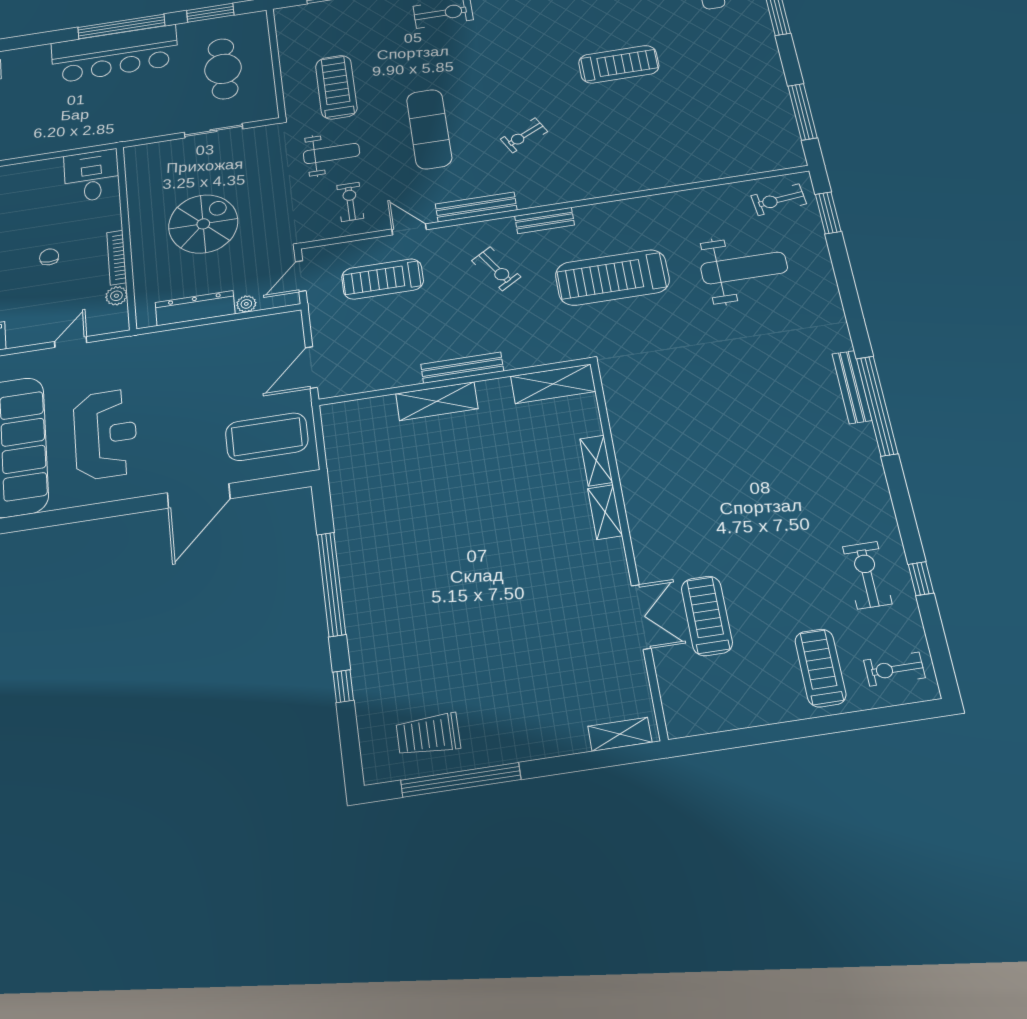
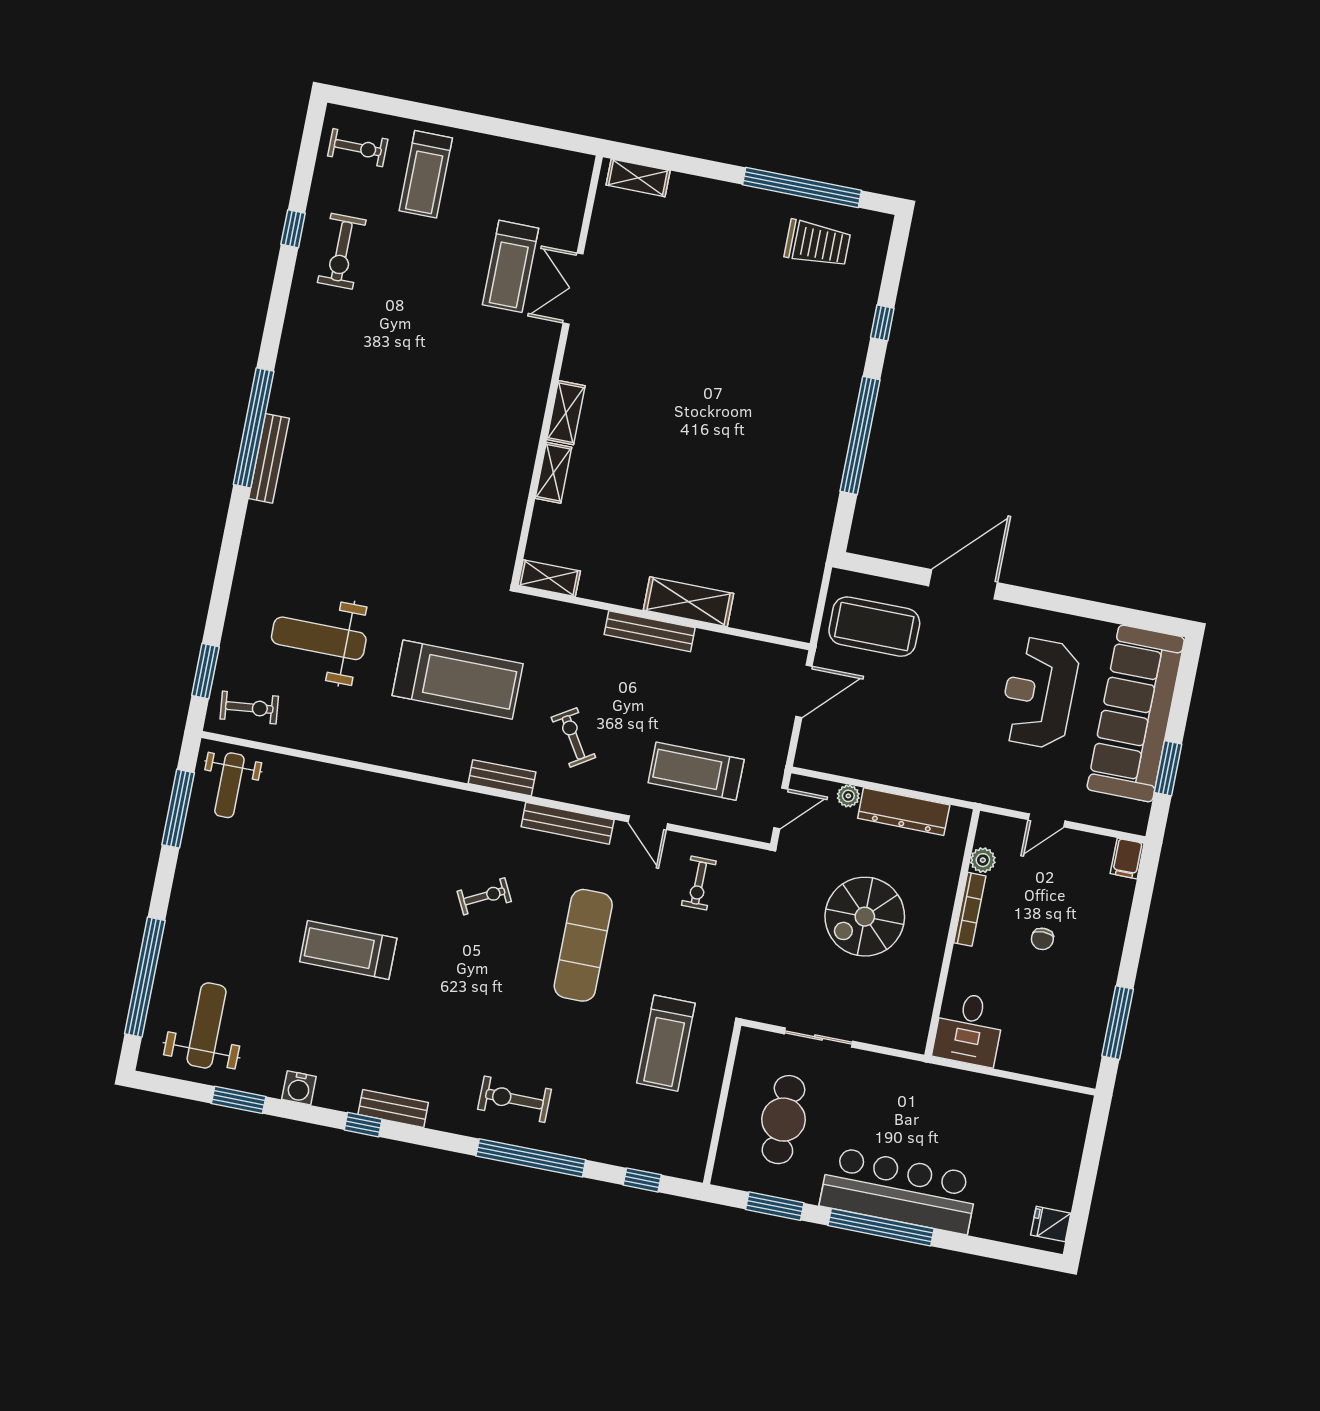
weight bench: (332, 153) -> (229, 785), moved, turned -90
treadmill: (383, 279) -> (696, 771), turned 180
shelving: (553, 384) -> (549, 578), width x0.67, depth x0.75

